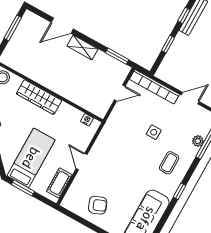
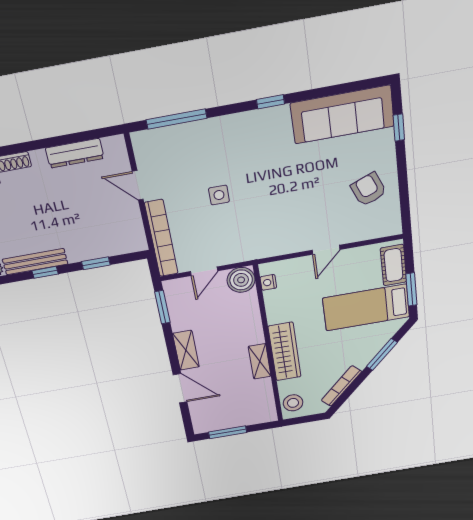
shelving: (44, 80) -> (260, 361), added
door: (120, 93) -> (204, 271), swing flipped
boiler: (100, 107) -> (241, 280), added
plant: (198, 141) -> (184, 132), removed
coffee table: (169, 163) -> (243, 145), removed
cot: (59, 183) -> (393, 265), moved, turned 90

